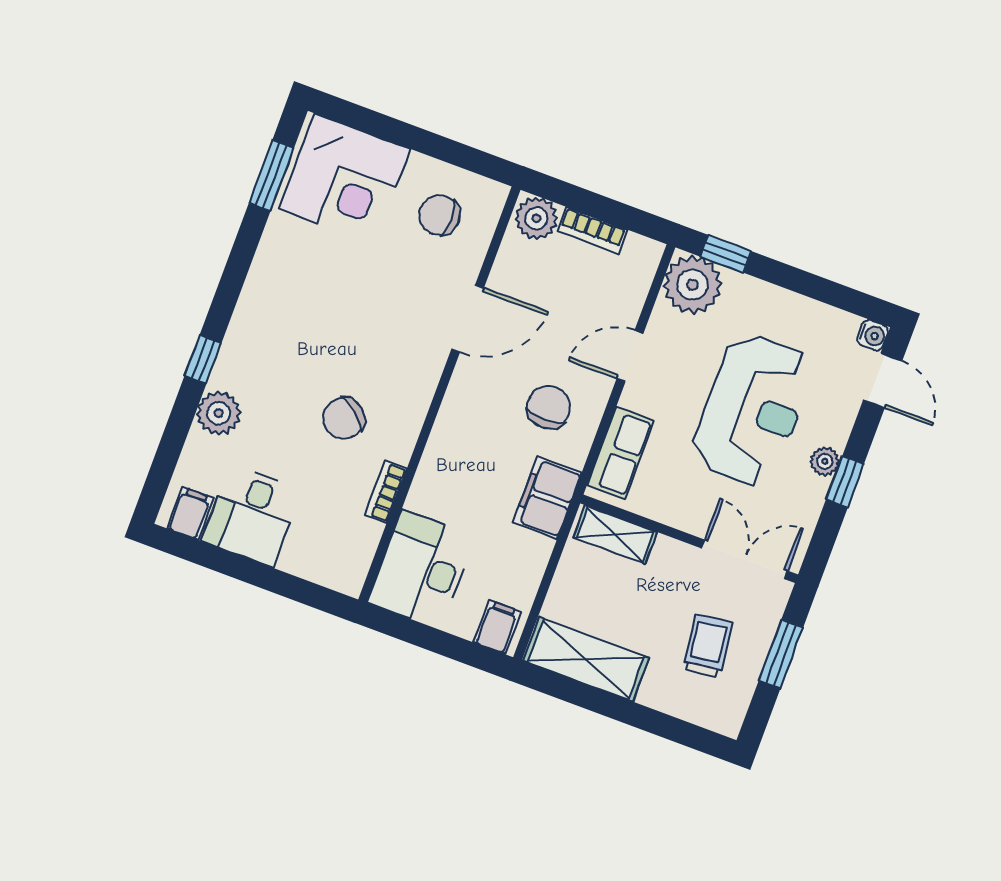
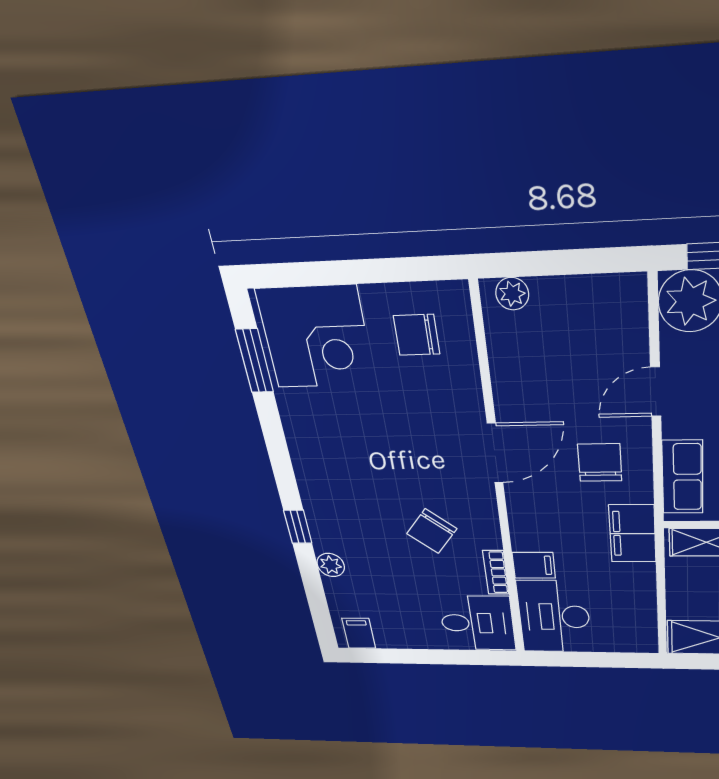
plant: (536, 218) -> (512, 294), width x0.73, depth x0.73
bookcase: (592, 230) -> (566, 289), removed
door: (468, 319) -> (495, 453), moved
plant: (219, 413) -> (331, 565), width x0.73, depth x0.73
desk: (252, 515) -> (477, 623), moved, turned -90
filing cabinet: (497, 627) -> (534, 565), moved, turned 90

